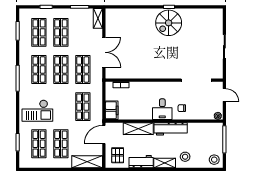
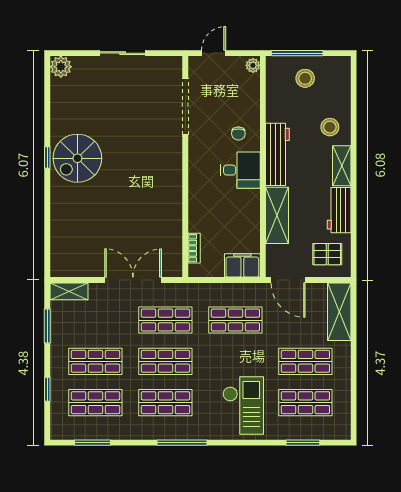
plant: (217, 14) -> (61, 67), added
spiral stairs: (169, 23) -> (77, 158), turned 90
stool: (214, 160) -> (305, 78), moved

